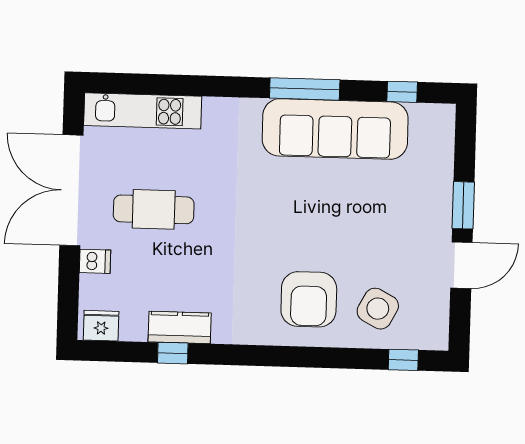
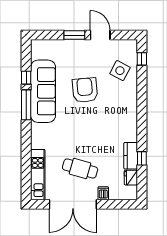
window: (402, 92) -> (26, 78), moved
cafe table: (154, 209) -> (80, 169), turned -74
armchair: (309, 299) -> (85, 90), moved, turned -95
fridge: (101, 326) -> (131, 178), moved

